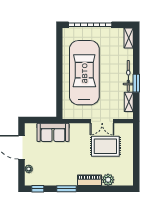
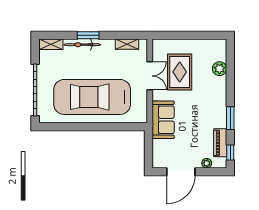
bicycle: (128, 76) -> (82, 45), moved
window: (136, 83) -> (88, 35), moved
sofa: (53, 132) -> (163, 120), moved
piano: (89, 180) -> (220, 143), moved

